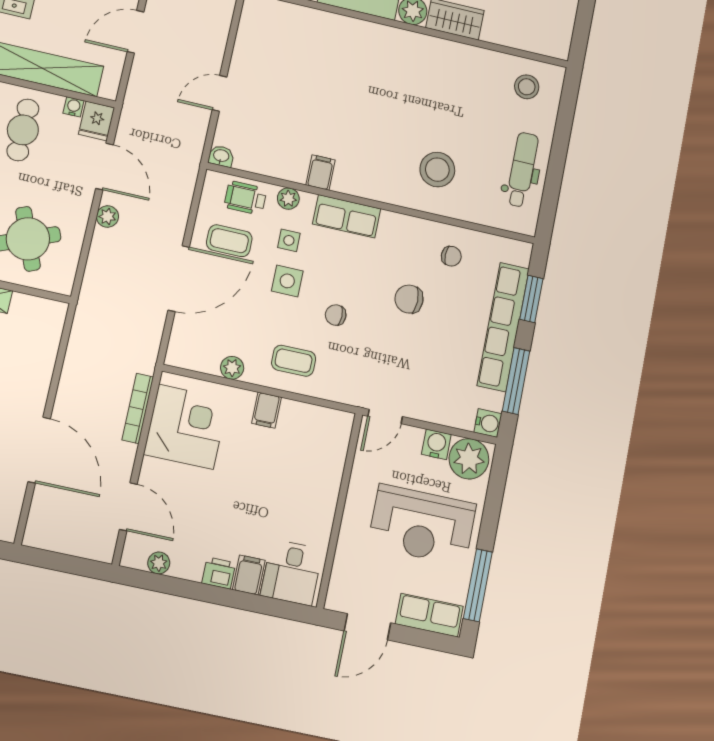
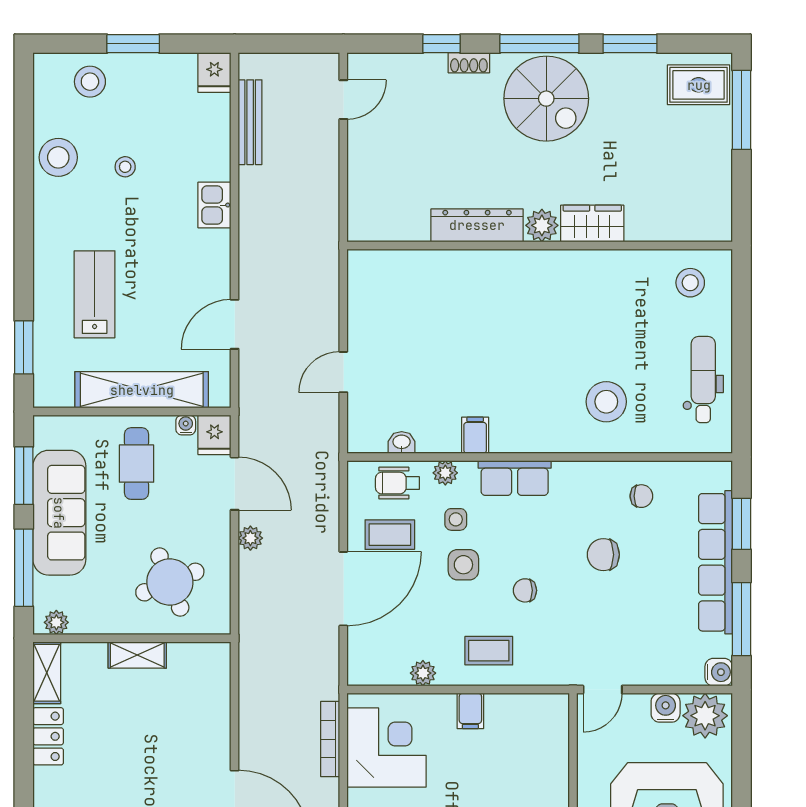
washbasin: (221, 156) -> (402, 442), moved

